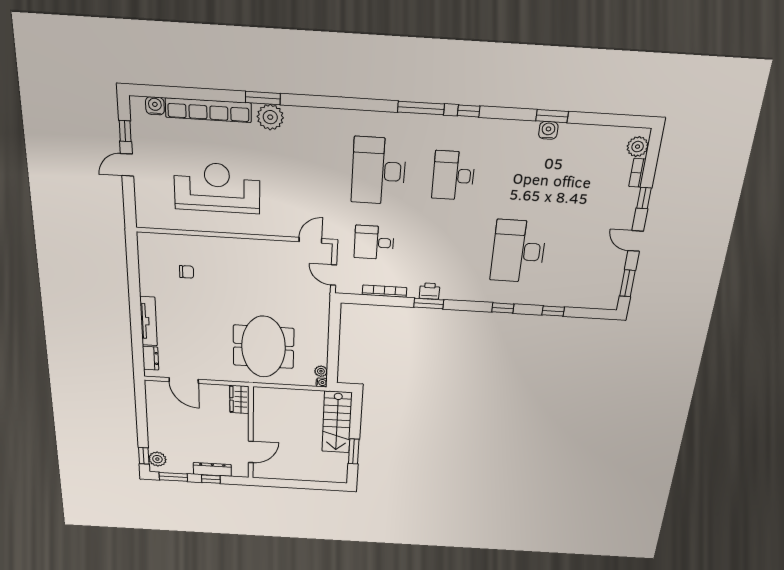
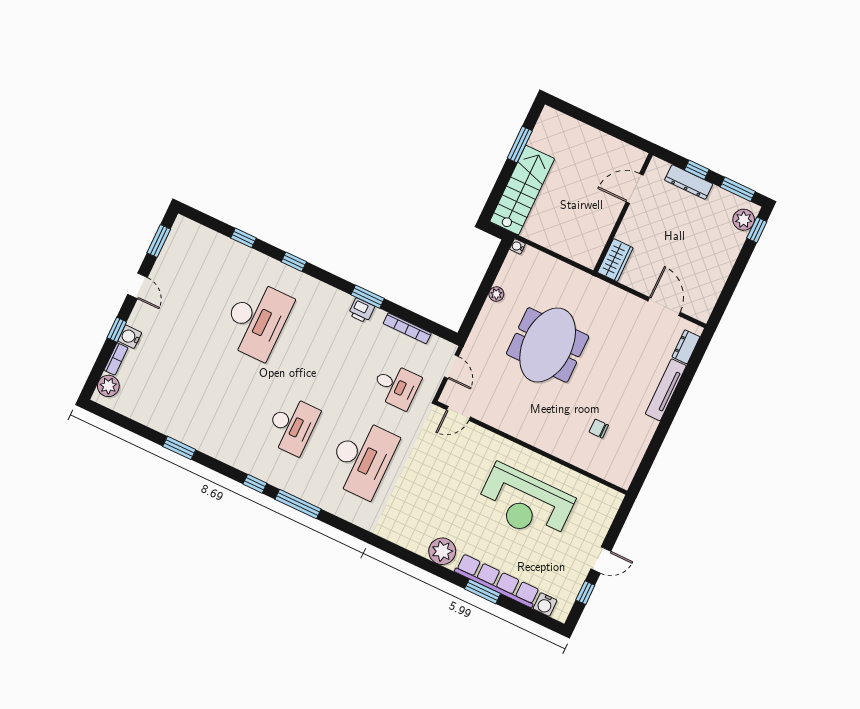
window: (263, 98) -> (483, 591), moved
water cooler: (548, 130) -> (130, 337), moved, turned 90
meeting table: (264, 347) -> (548, 345), moved
plant: (321, 371) -> (496, 294), moved

